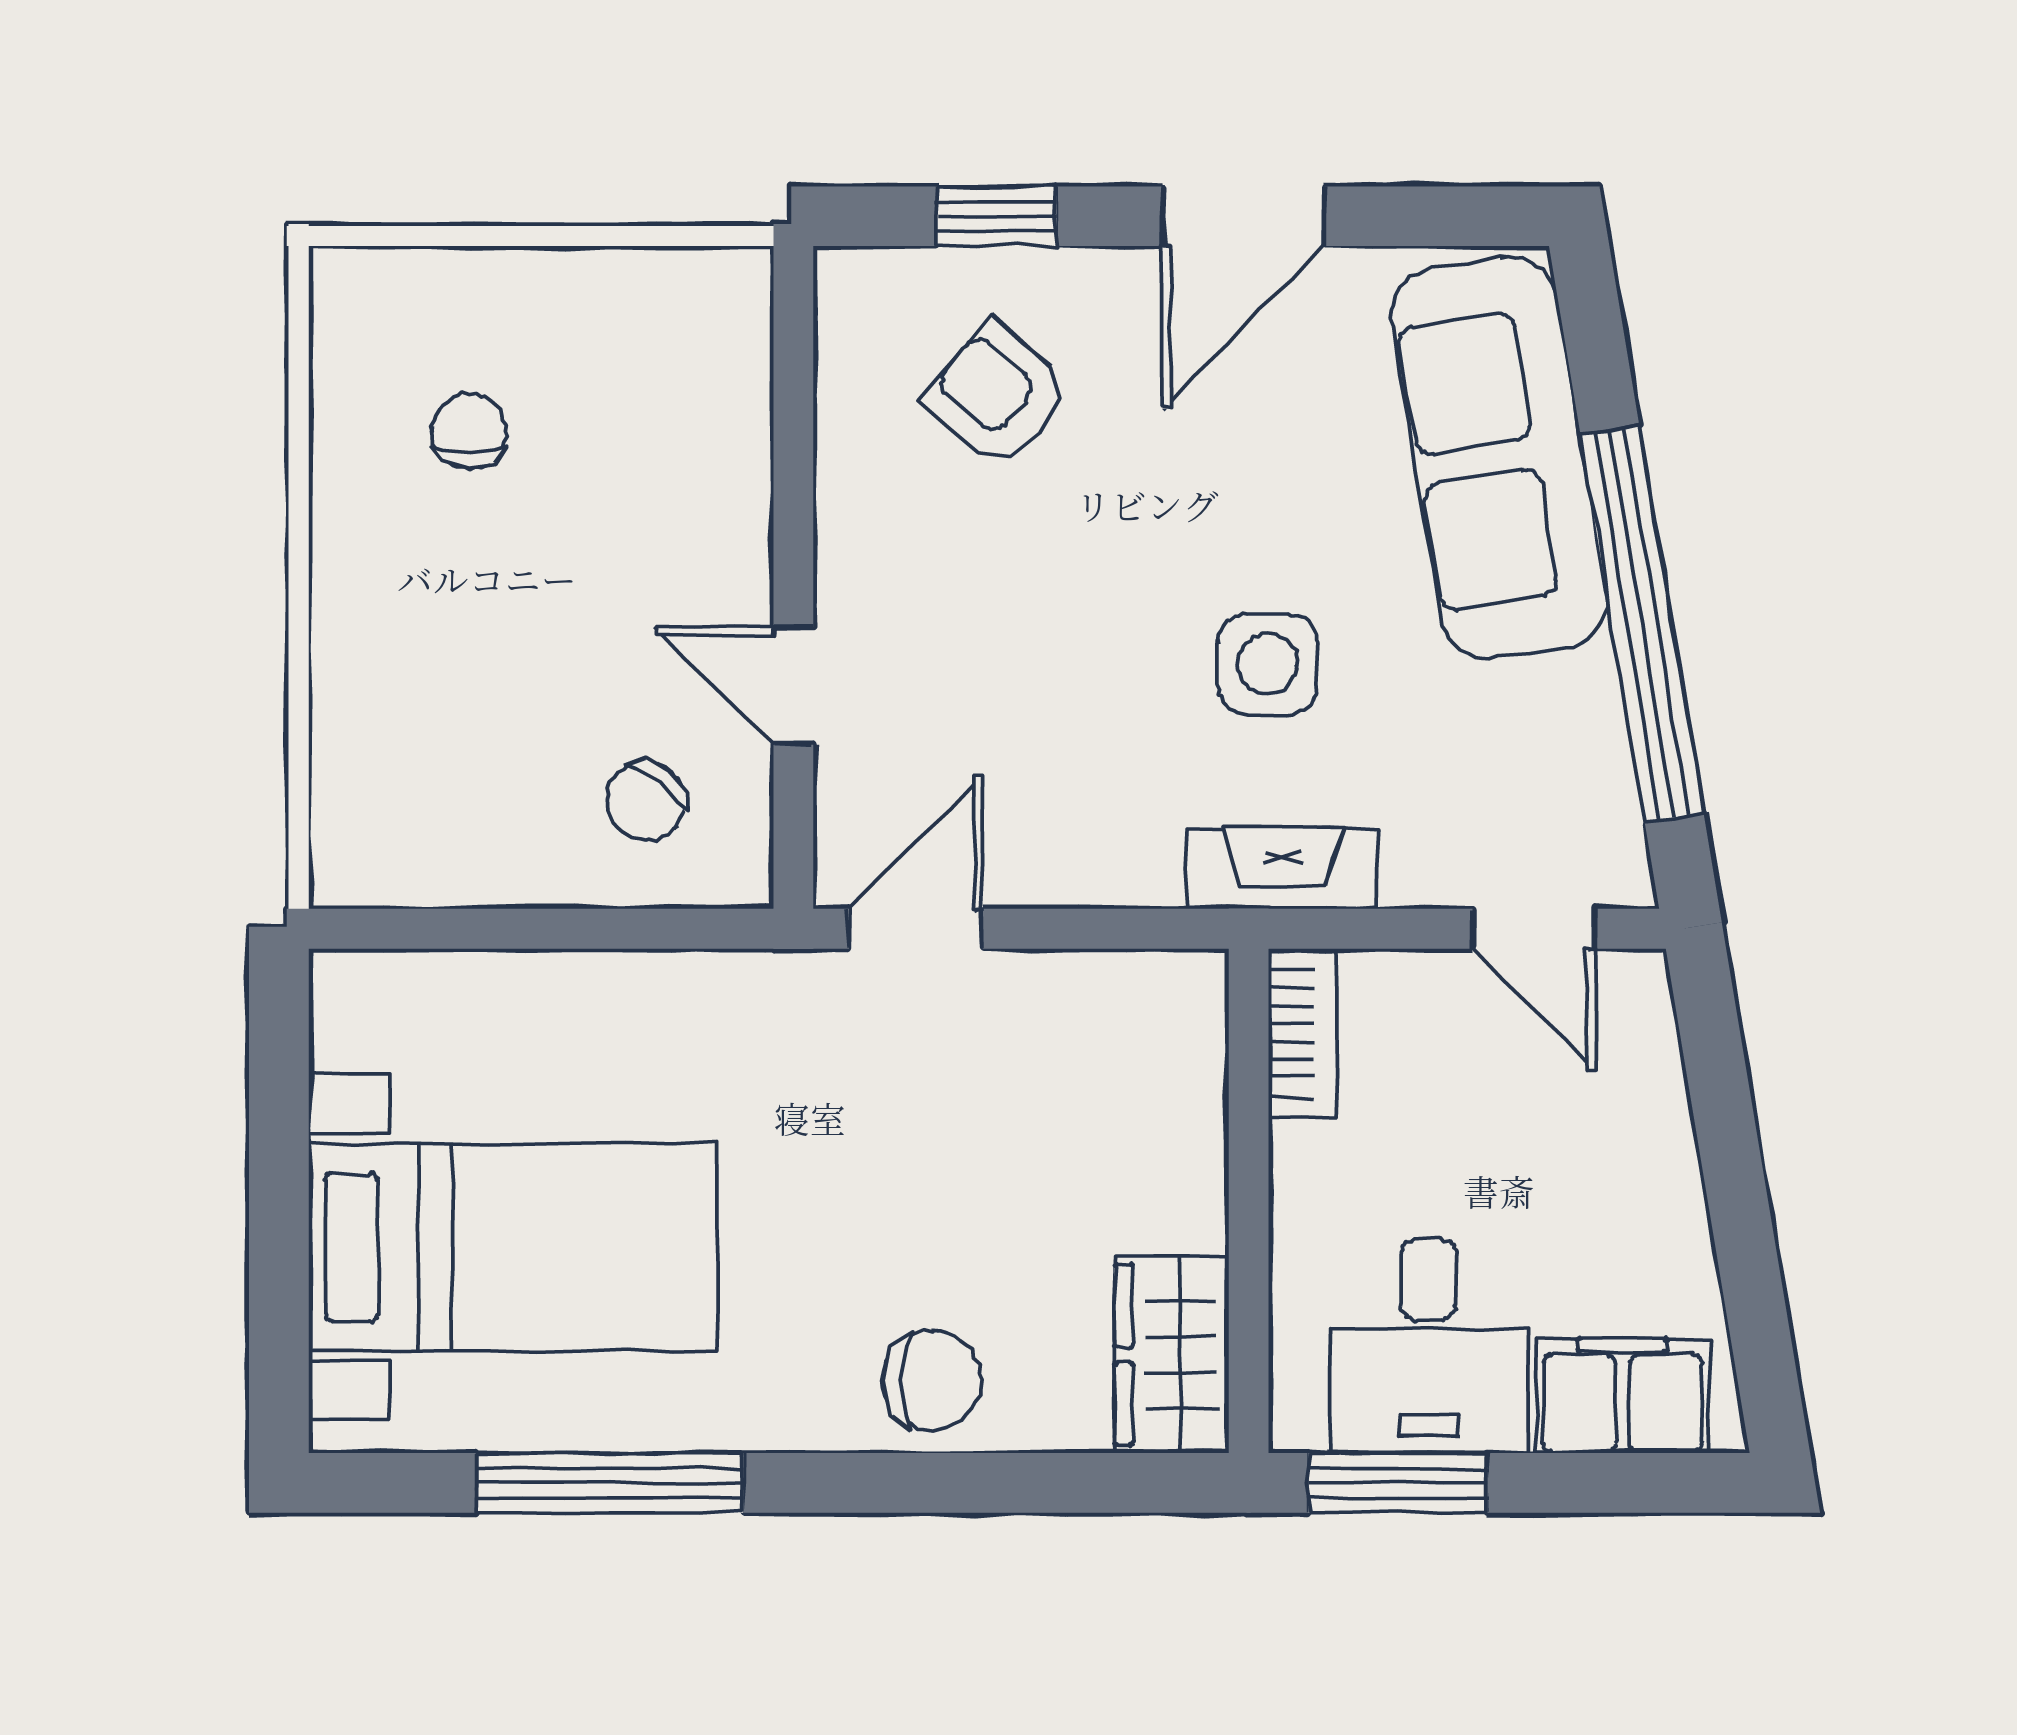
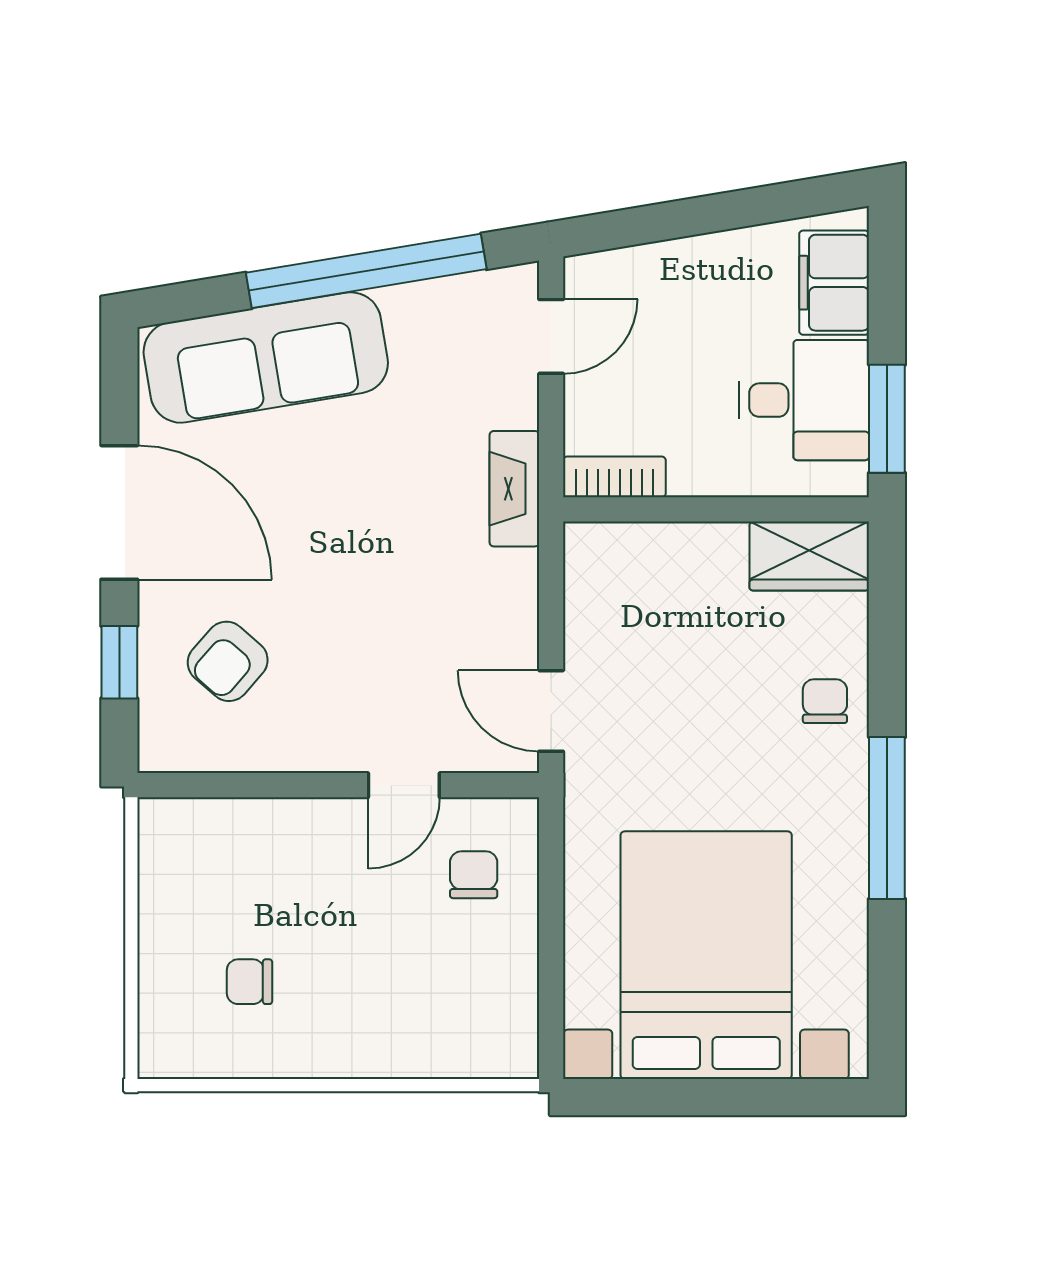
door: (1243, 216) -> (119, 512), width x1.36
side table: (1268, 664) -> (391, 498), removed
chair: (646, 801) -> (474, 875), turned -128
bed with nightstands: (513, 1247) -> (706, 955), width x1.36
chair: (932, 1380) -> (825, 701), width x0.73, depth x0.73
window: (610, 1483) -> (887, 818), moved

